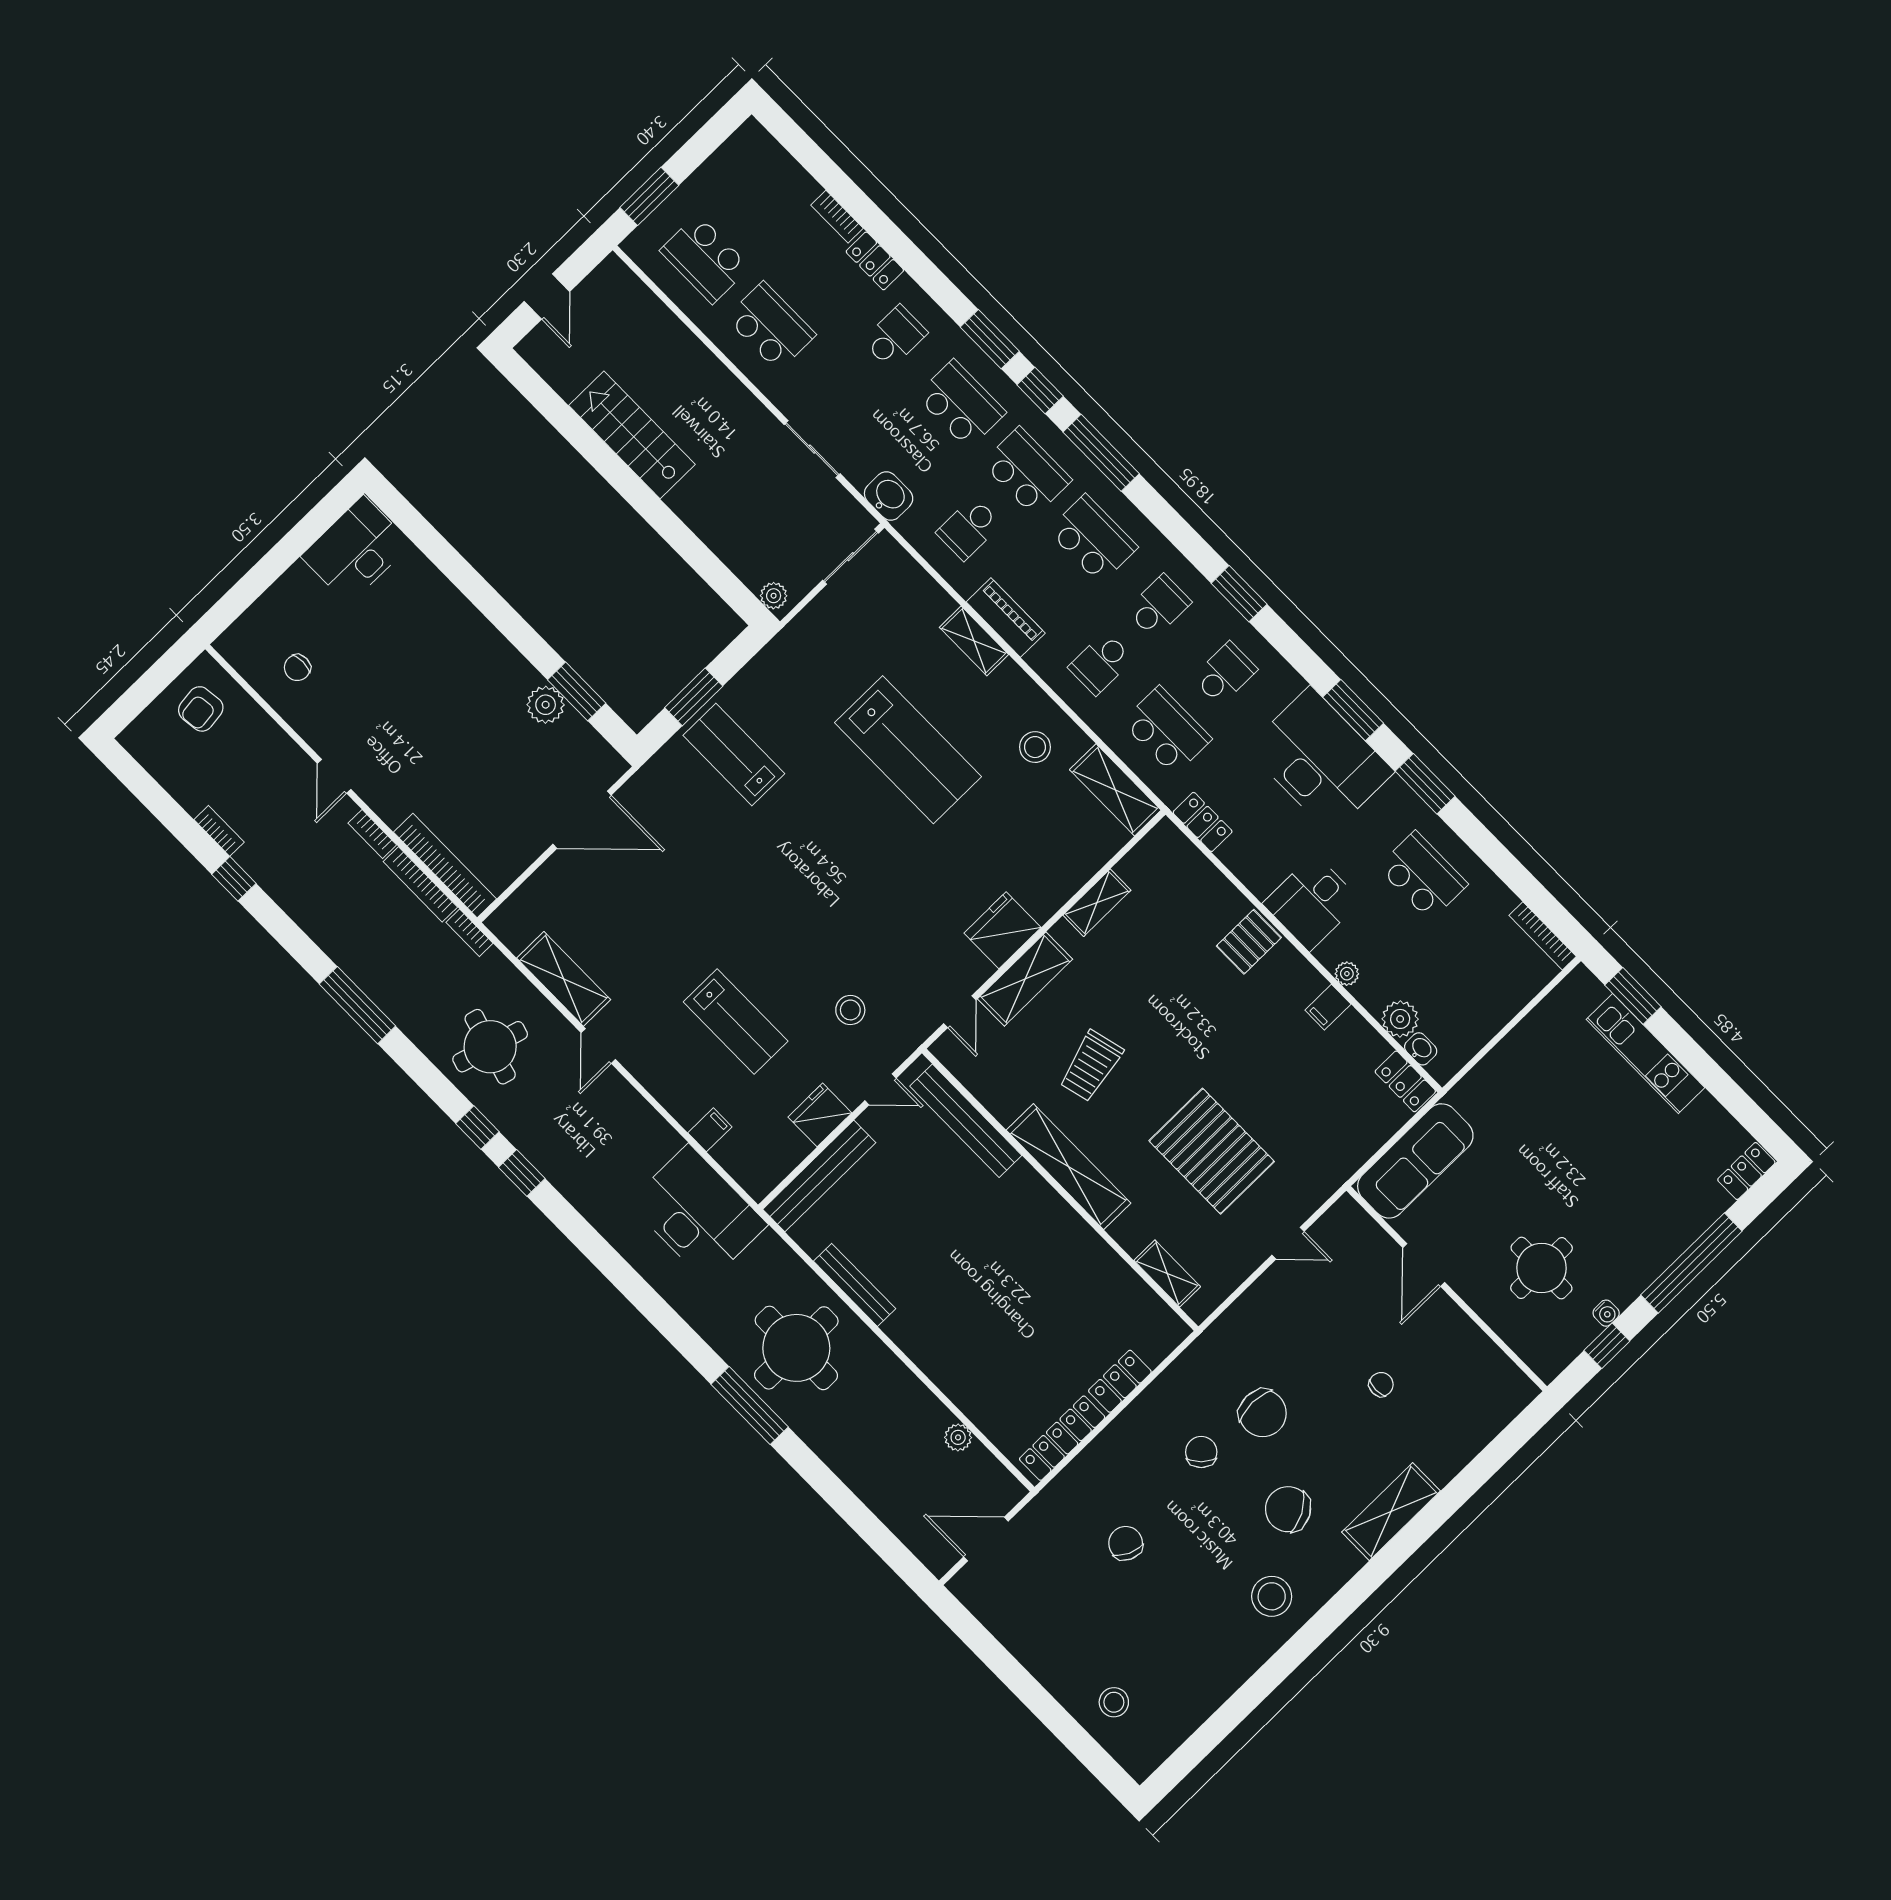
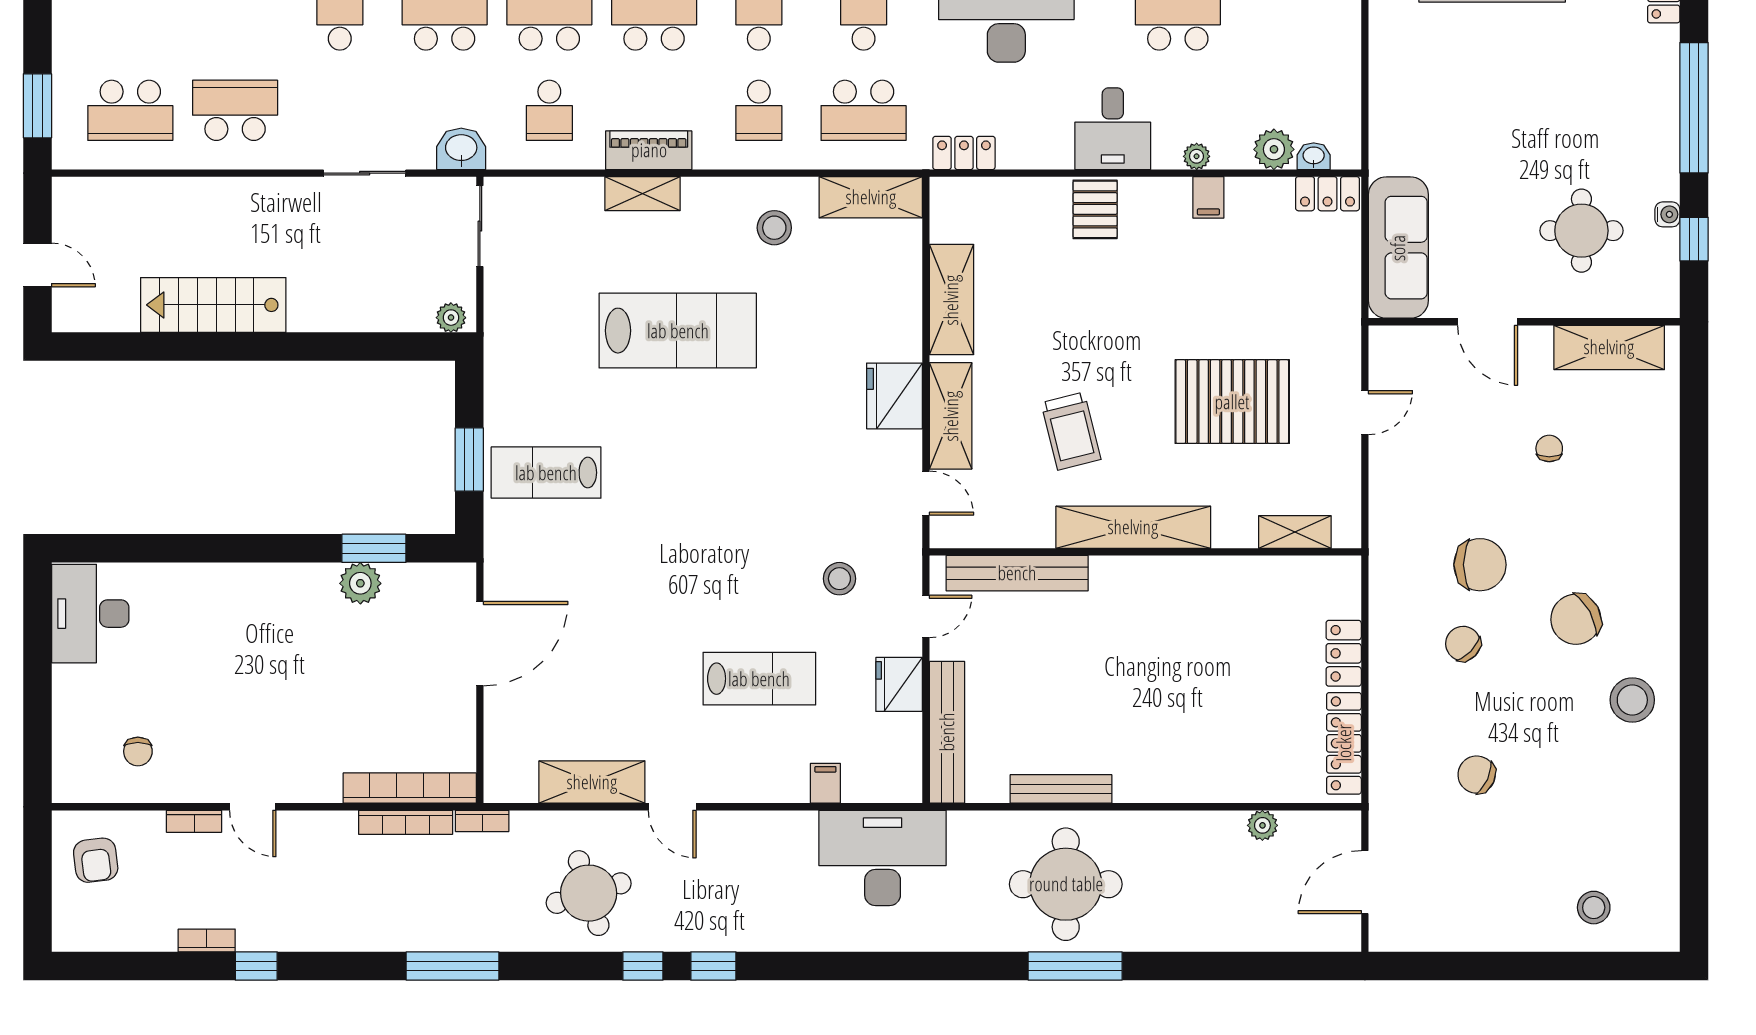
school desk: (1167, 731) -> (864, 110), turned 180
bookcase: (372, 834) -> (194, 821), moved
shelving: (1097, 903) -> (951, 300), width x1.50, depth x1.33
round table: (490, 1047) -> (589, 893), turned -33
shelving: (1391, 1512) -> (1609, 347), moved, turned 90

